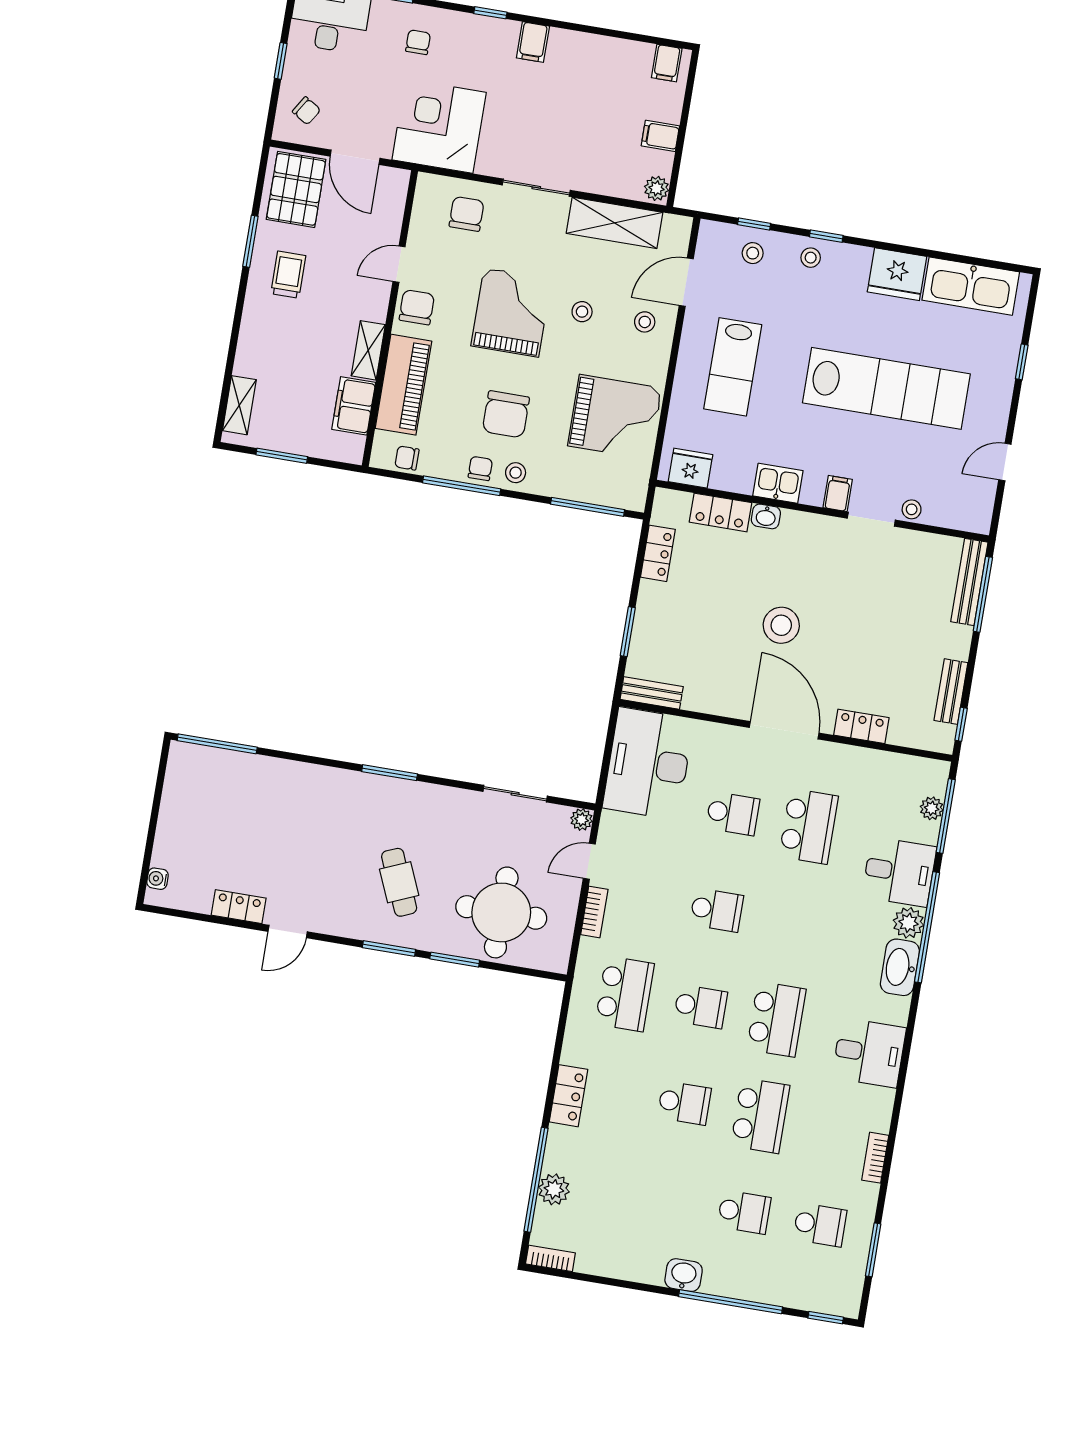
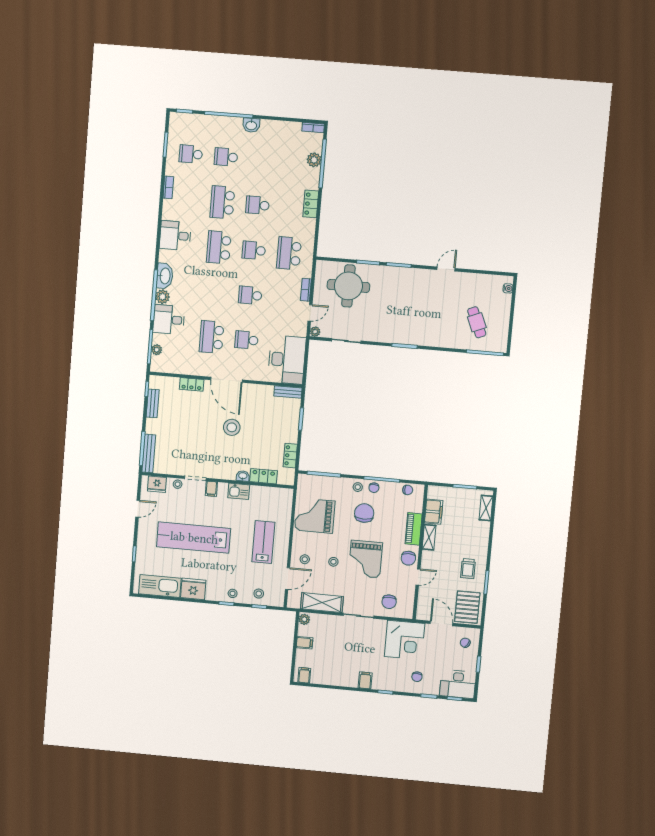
piano: (403, 385) -> (414, 529), width x0.73, depth x0.75
fridge: (691, 468) -> (157, 484), moved
cafe table: (399, 882) -> (477, 322), moved
locker: (239, 907) -> (469, 279), removed

